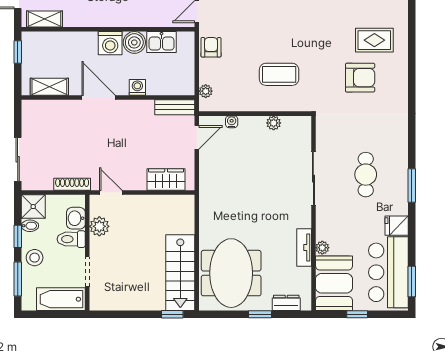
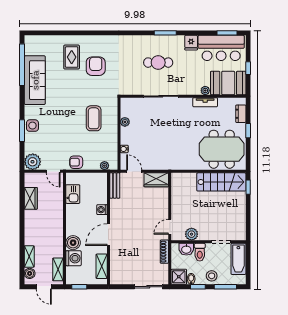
boiler: (134, 42) -> (73, 243), moved
washing machine: (110, 43) -> (73, 258), moved
wardrobe: (166, 179) -> (156, 180), moved, turned -90

